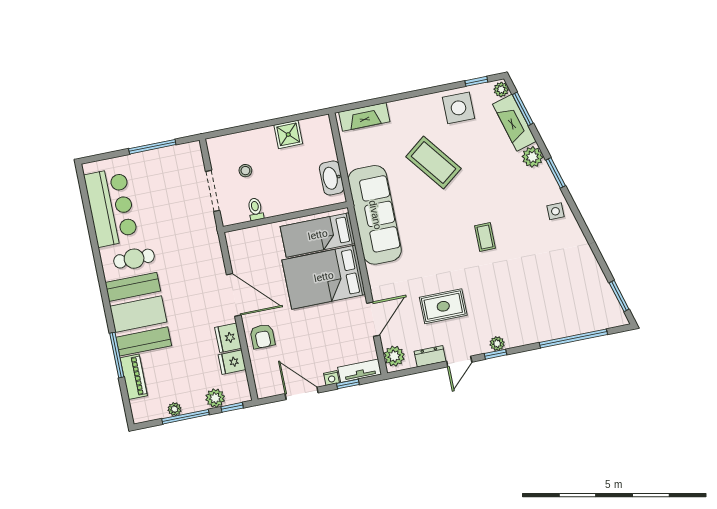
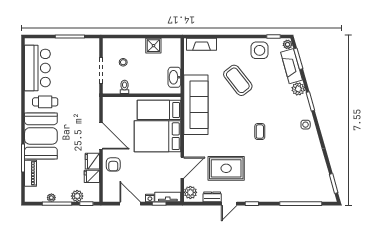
rug: (443, 306) -> (226, 168), width x1.36, depth x1.43
plant: (497, 344) -> (254, 197), removed

